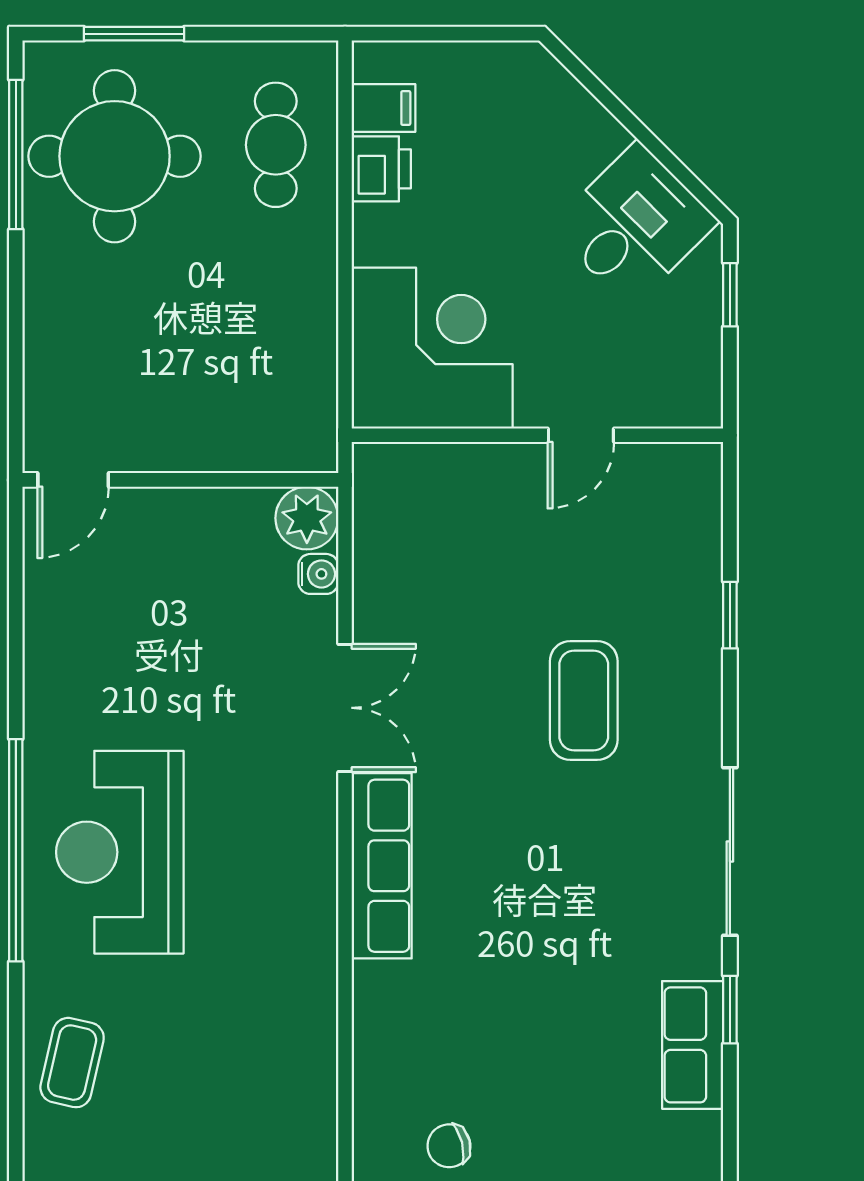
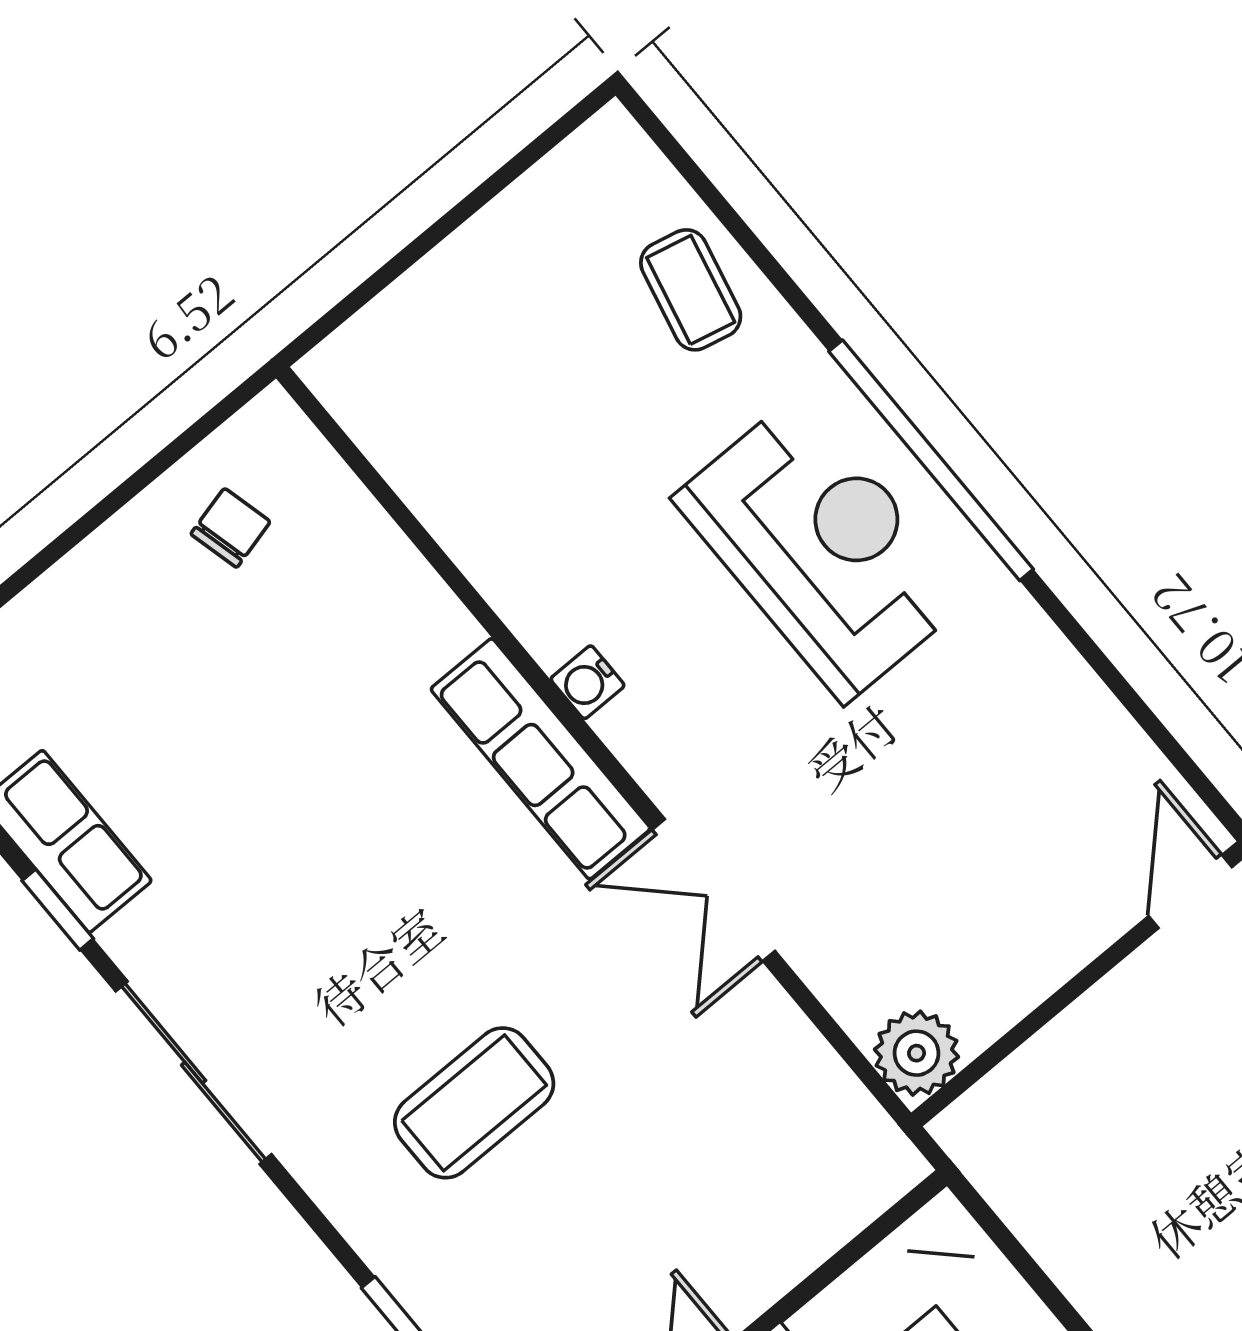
water cooler: (318, 574) -> (587, 682), moved
coffee table: (584, 701) -> (474, 1103), turned 90

